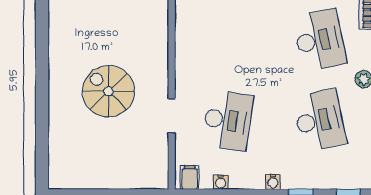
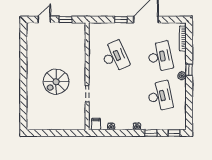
spiral stairs: (108, 91) -> (56, 82), turned -90
desk: (228, 120) -> (115, 56), moved, turned -33

